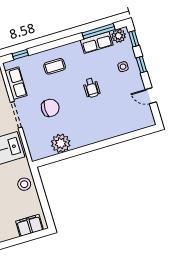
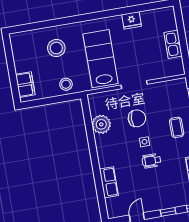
side table: (123, 67) -> (144, 142), moved
row of seats: (16, 83) -> (109, 182), moved, turned -90
chair: (50, 108) -> (137, 118), turned -88

